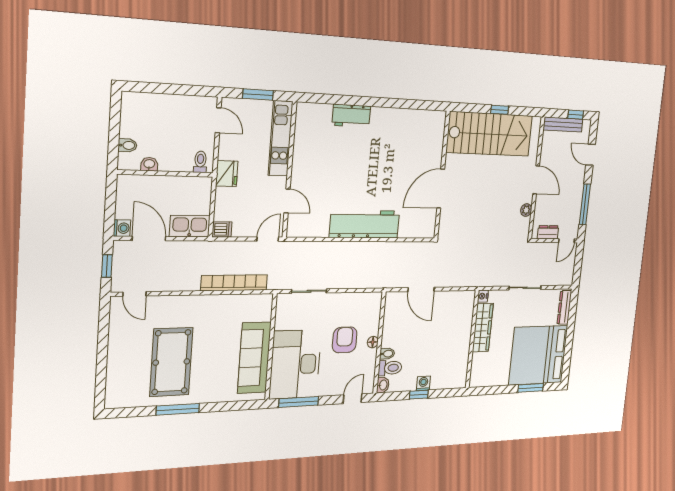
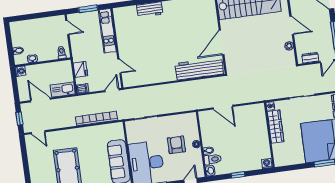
fridge: (227, 174) -> (80, 69), moved
workbench: (365, 224) -> (199, 69), moved
washing machine: (122, 228) -> (20, 71), moved
washing machine: (423, 383) -> (267, 164), moved

